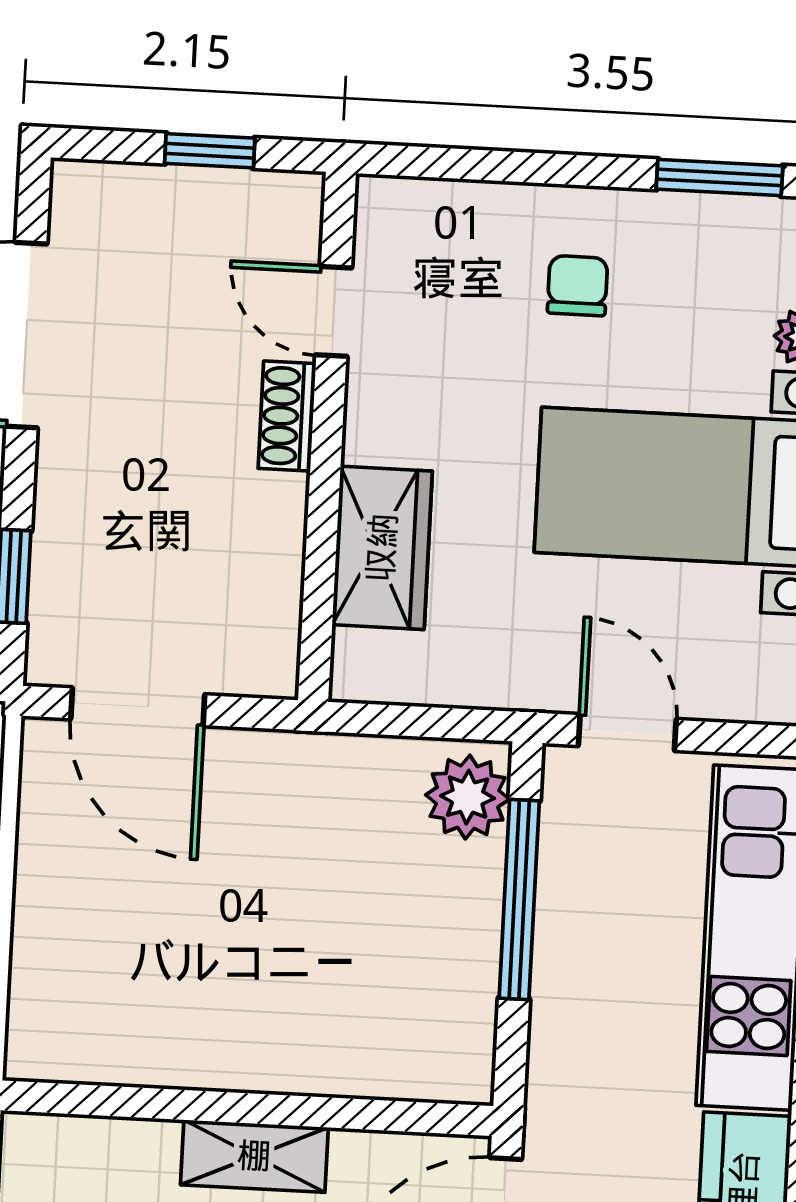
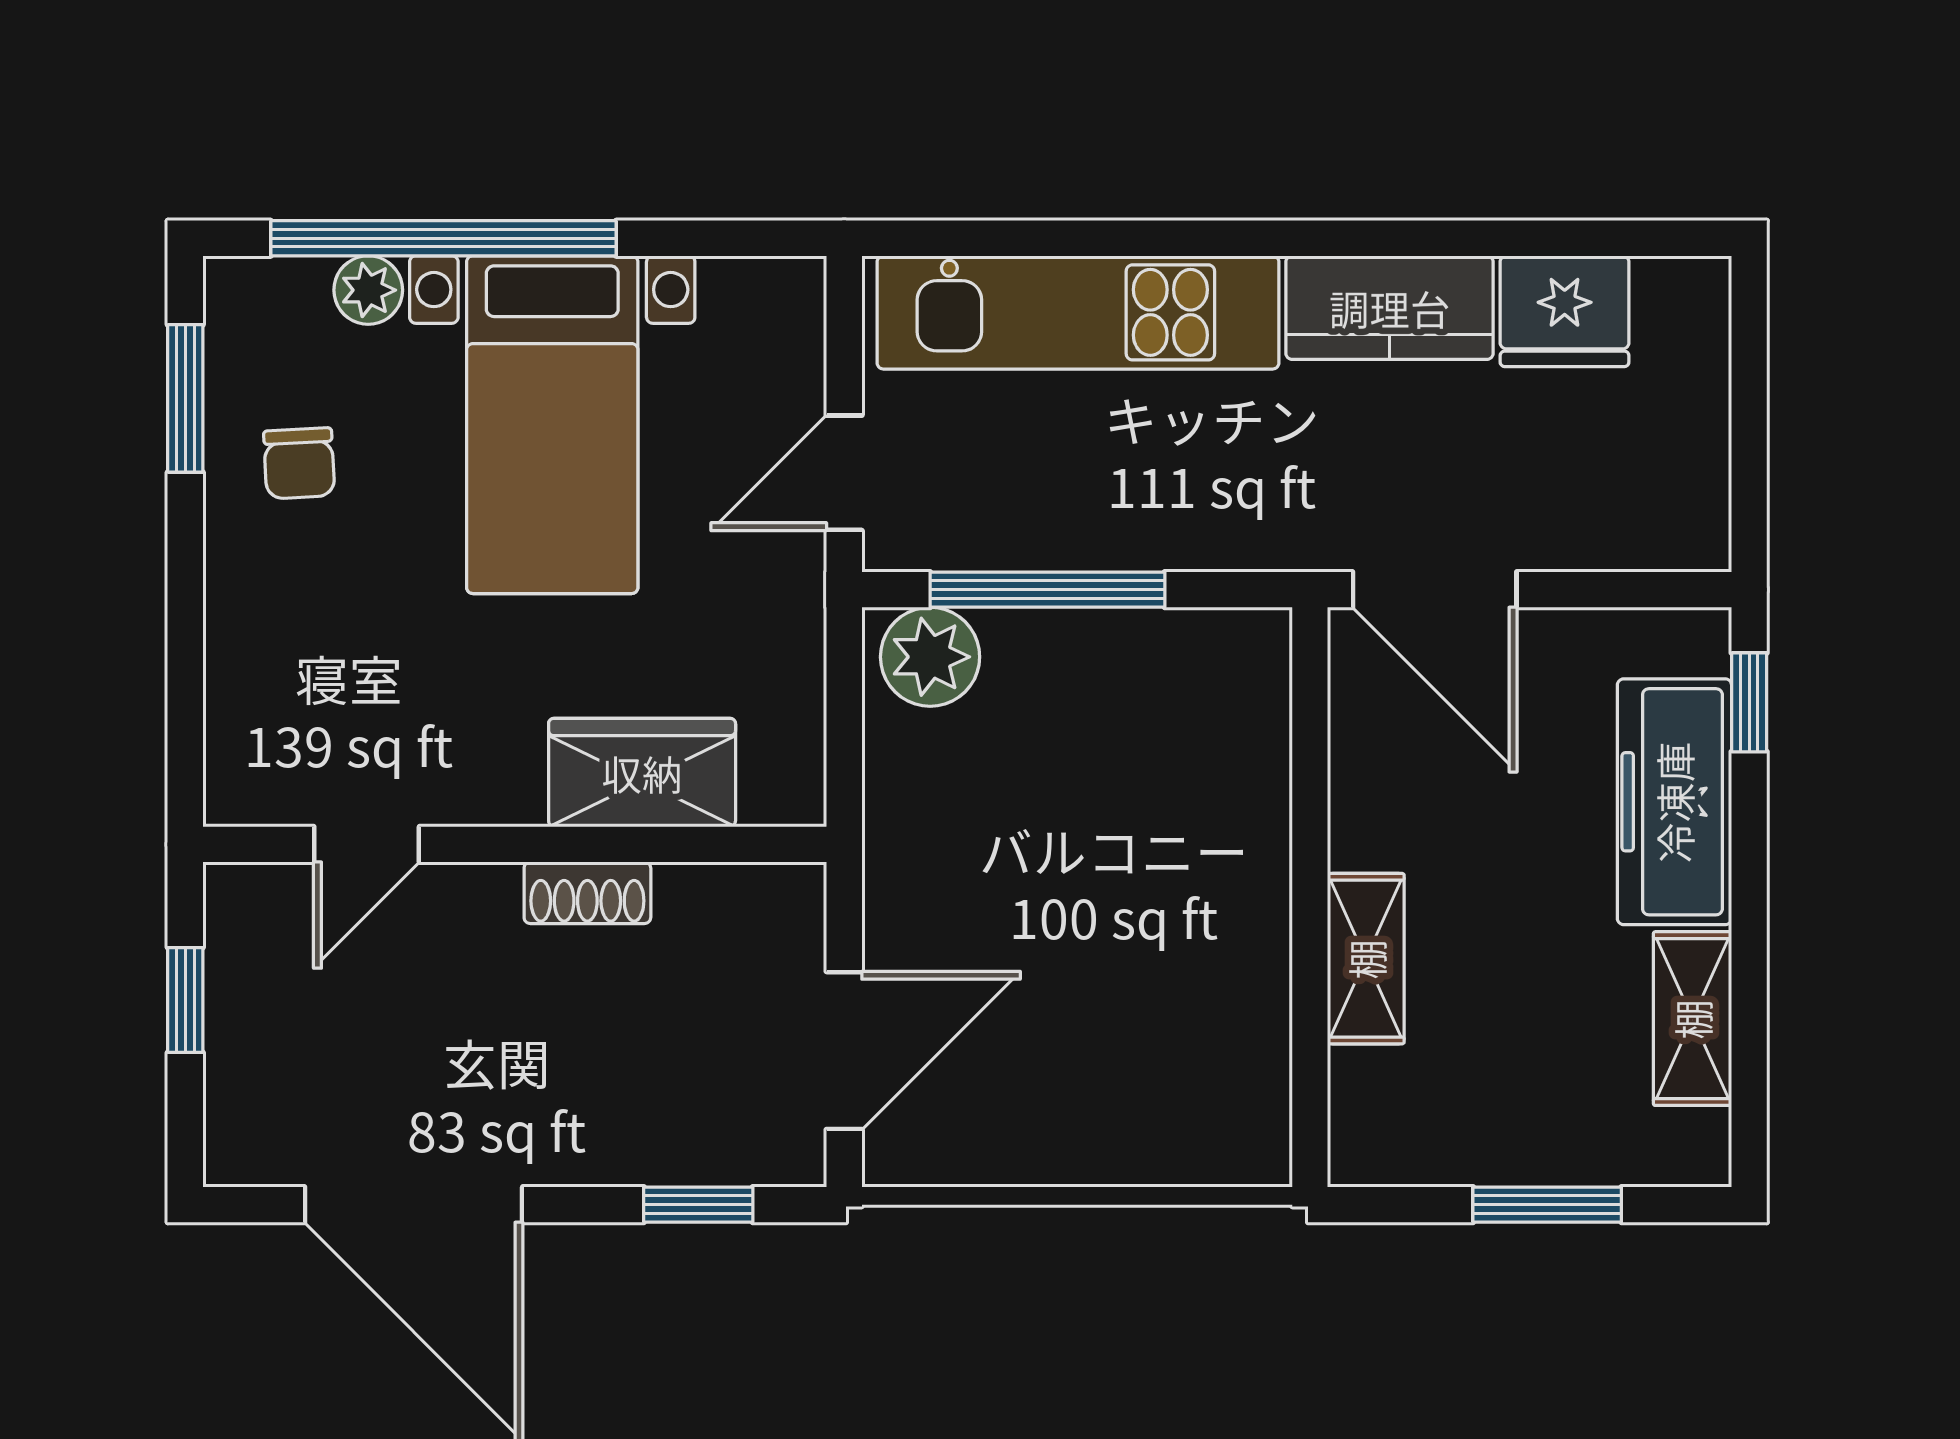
chair: (578, 286) -> (299, 463), moved, turned -93
shoe rack: (287, 416) -> (587, 893), moved
shelving: (254, 1156) -> (1366, 959), moved

